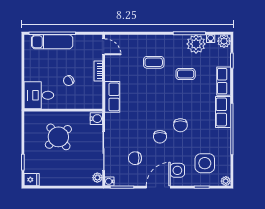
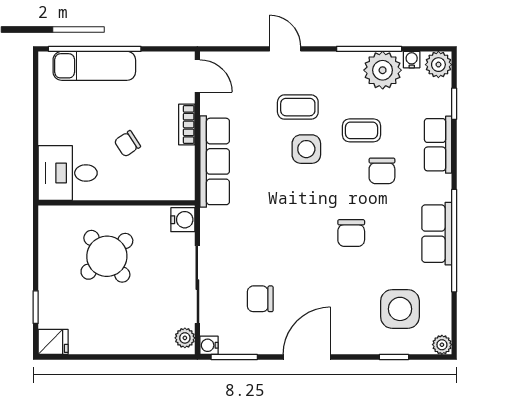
door: (147, 33) -> (285, 49), added
row of seats: (112, 97) -> (215, 161), width x1.48
row of seats: (223, 112) -> (437, 234), moved
chair: (160, 137) -> (382, 171), moved
side table: (177, 170) -> (306, 149), moved

